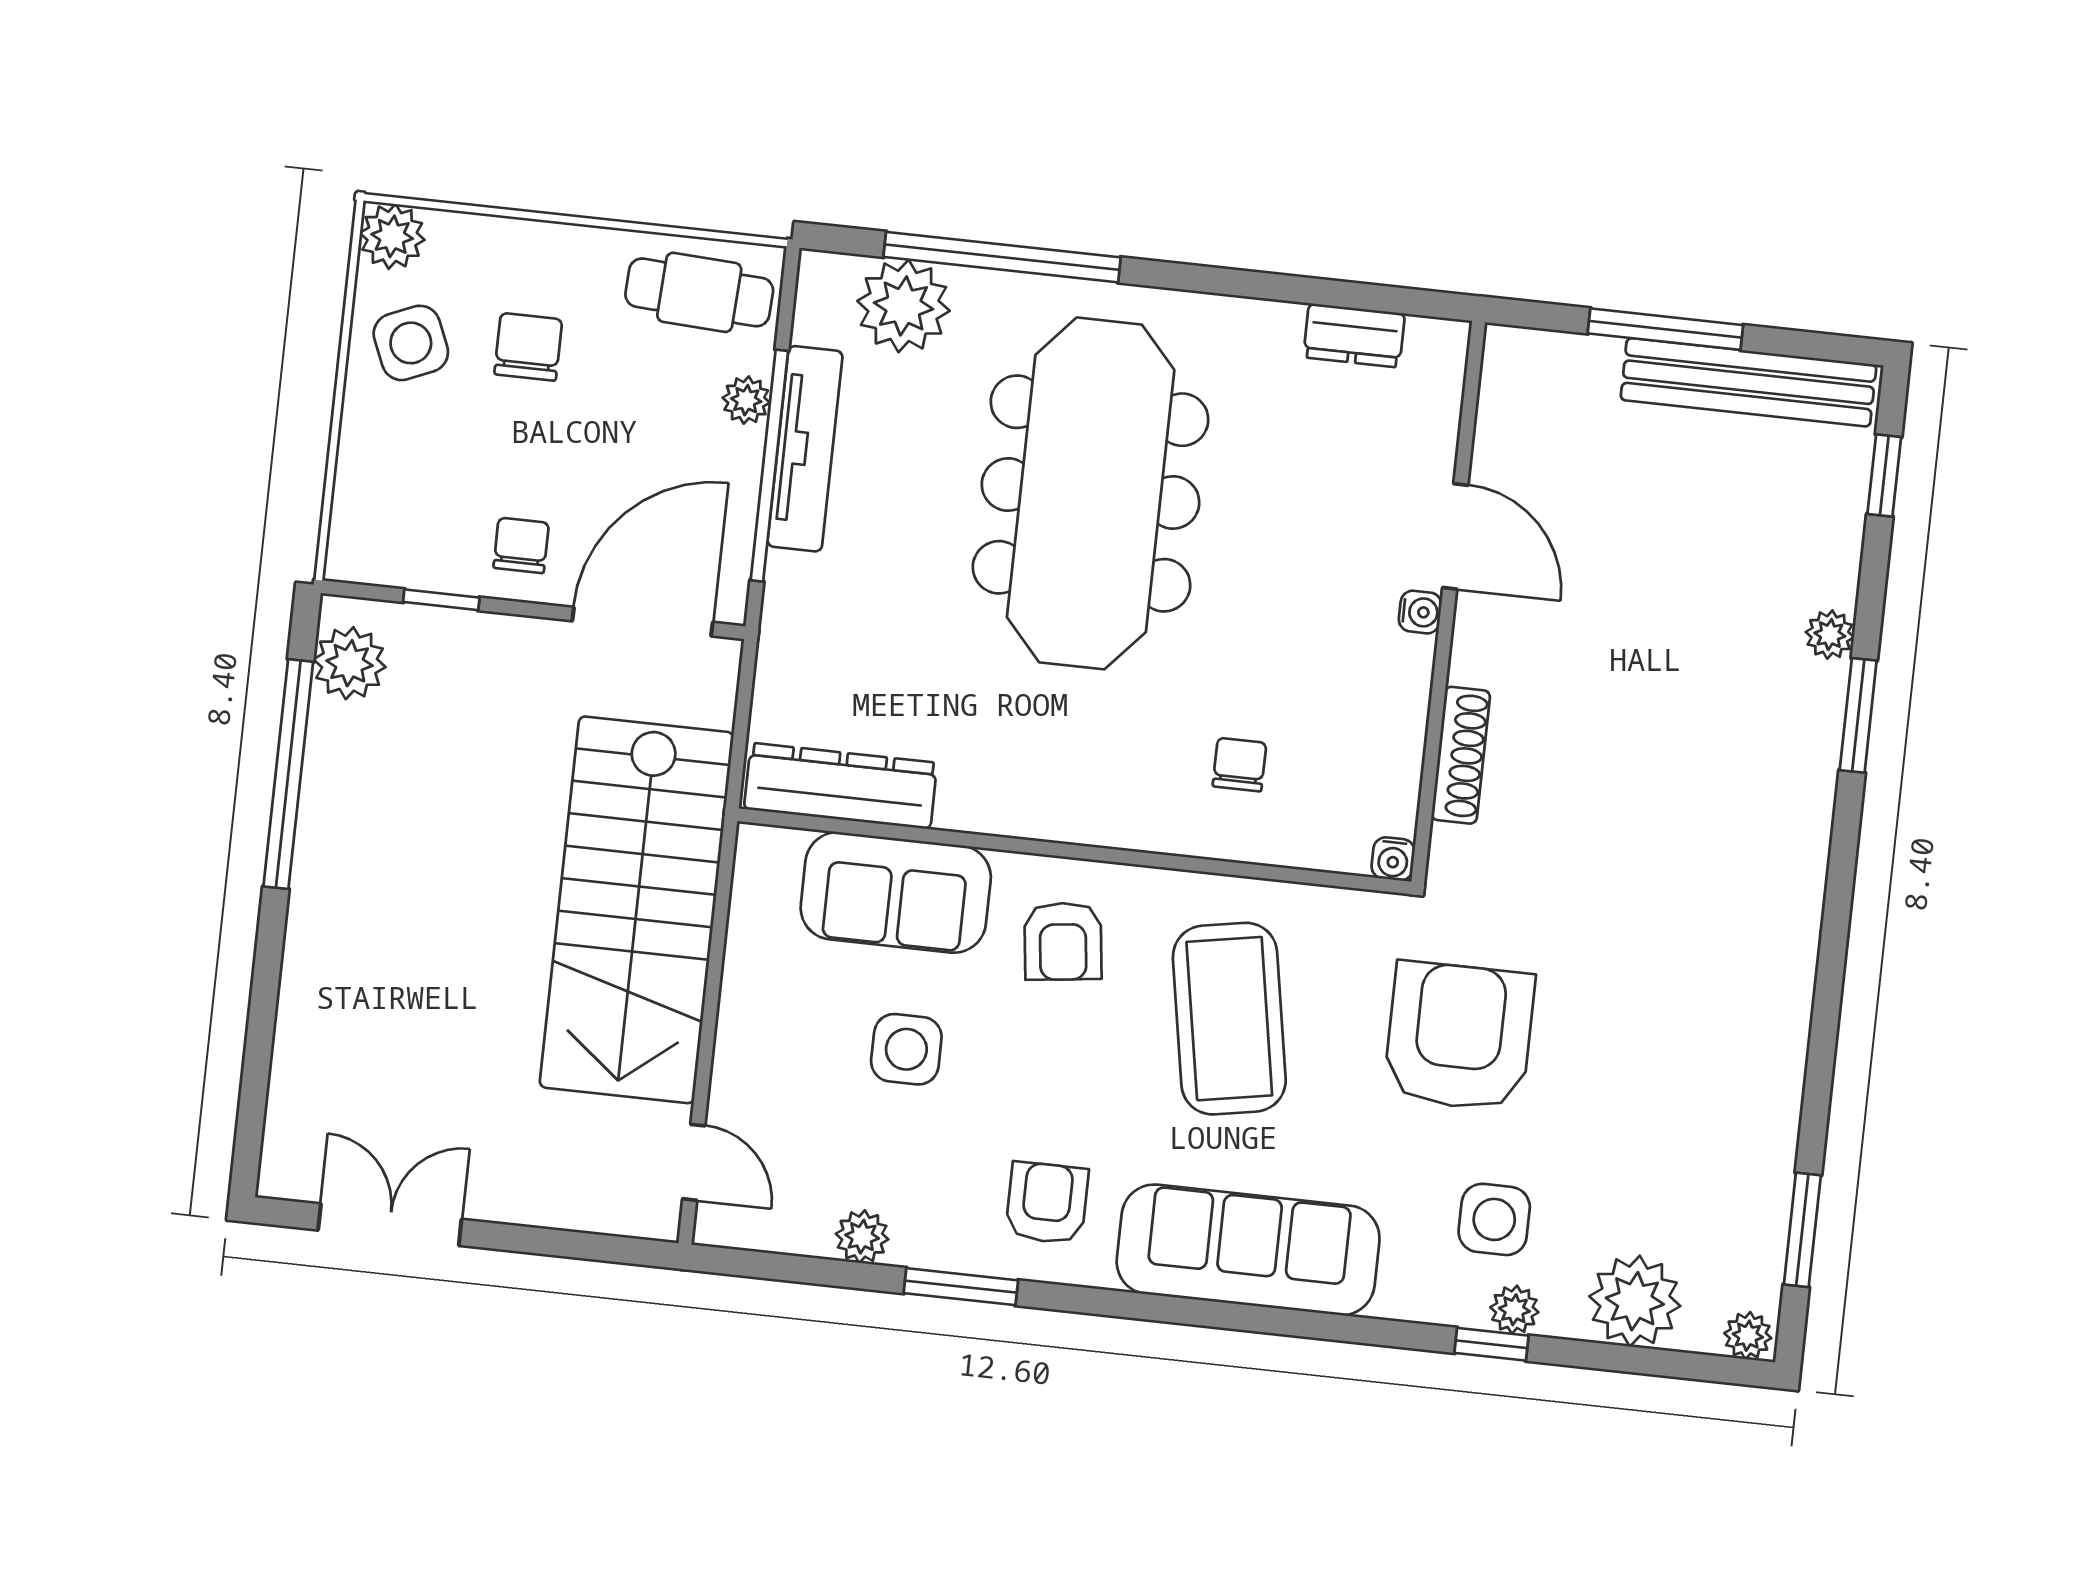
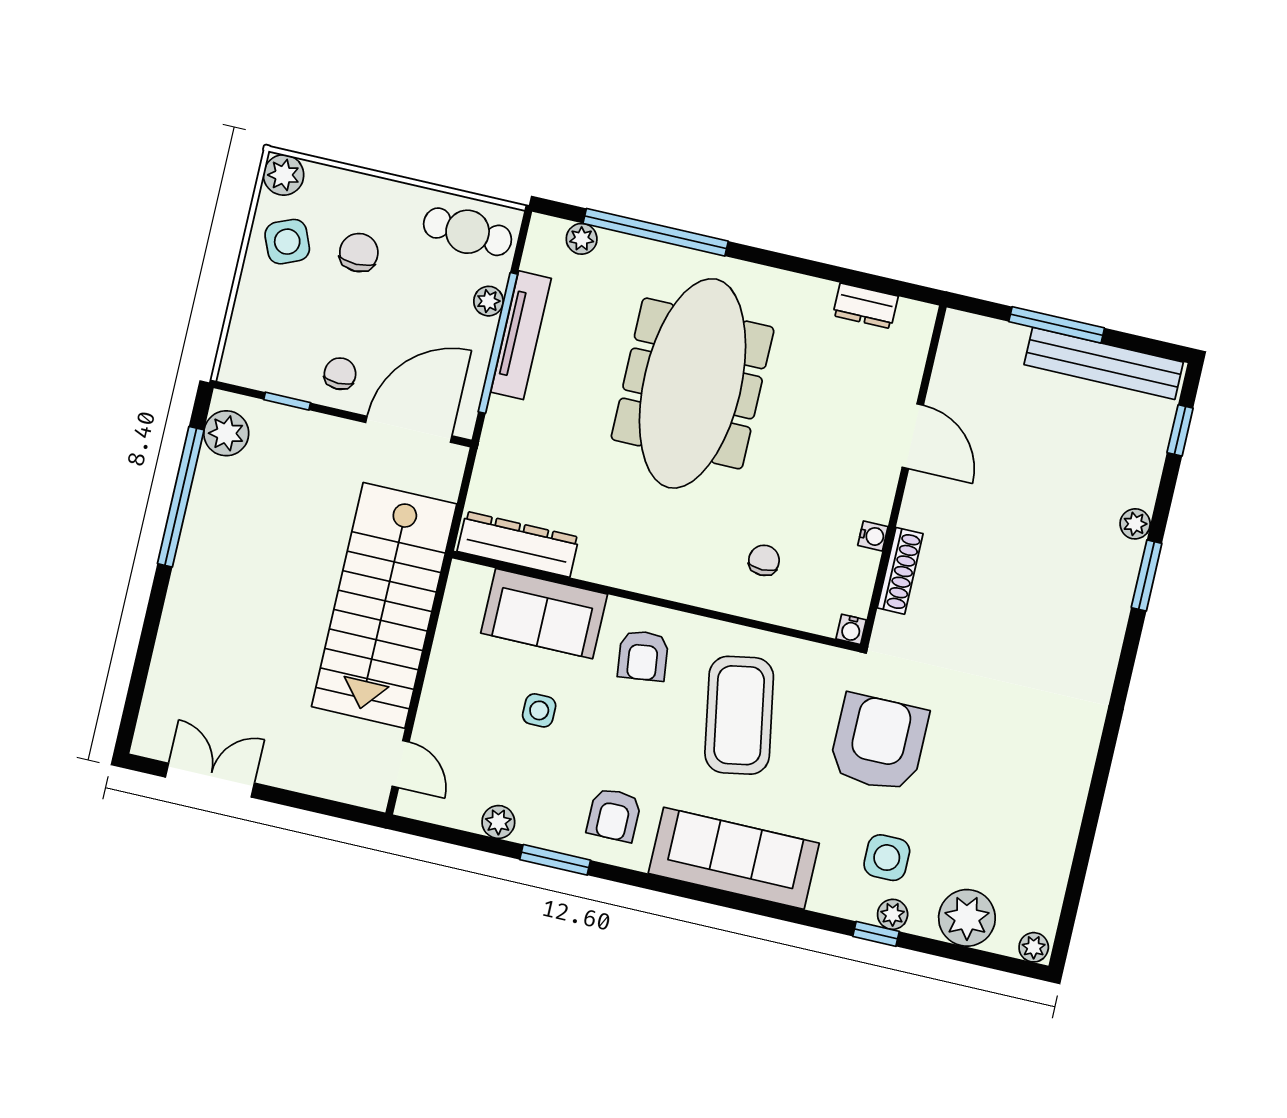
plant: (903, 306) -> (582, 239), width x0.53, depth x0.53
water cooler: (1420, 612) -> (873, 536), moved
side table: (906, 1049) -> (539, 710), width x0.73, depth x0.73
armchair: (1047, 1203) -> (614, 815), turned 180
window: (1802, 1230) -> (1075, 887), removed

